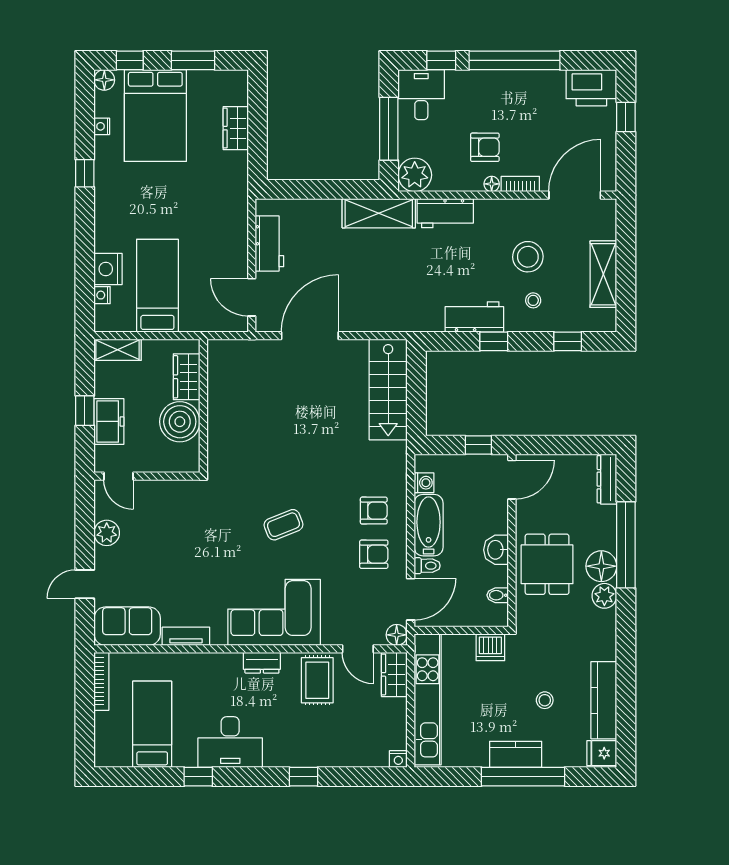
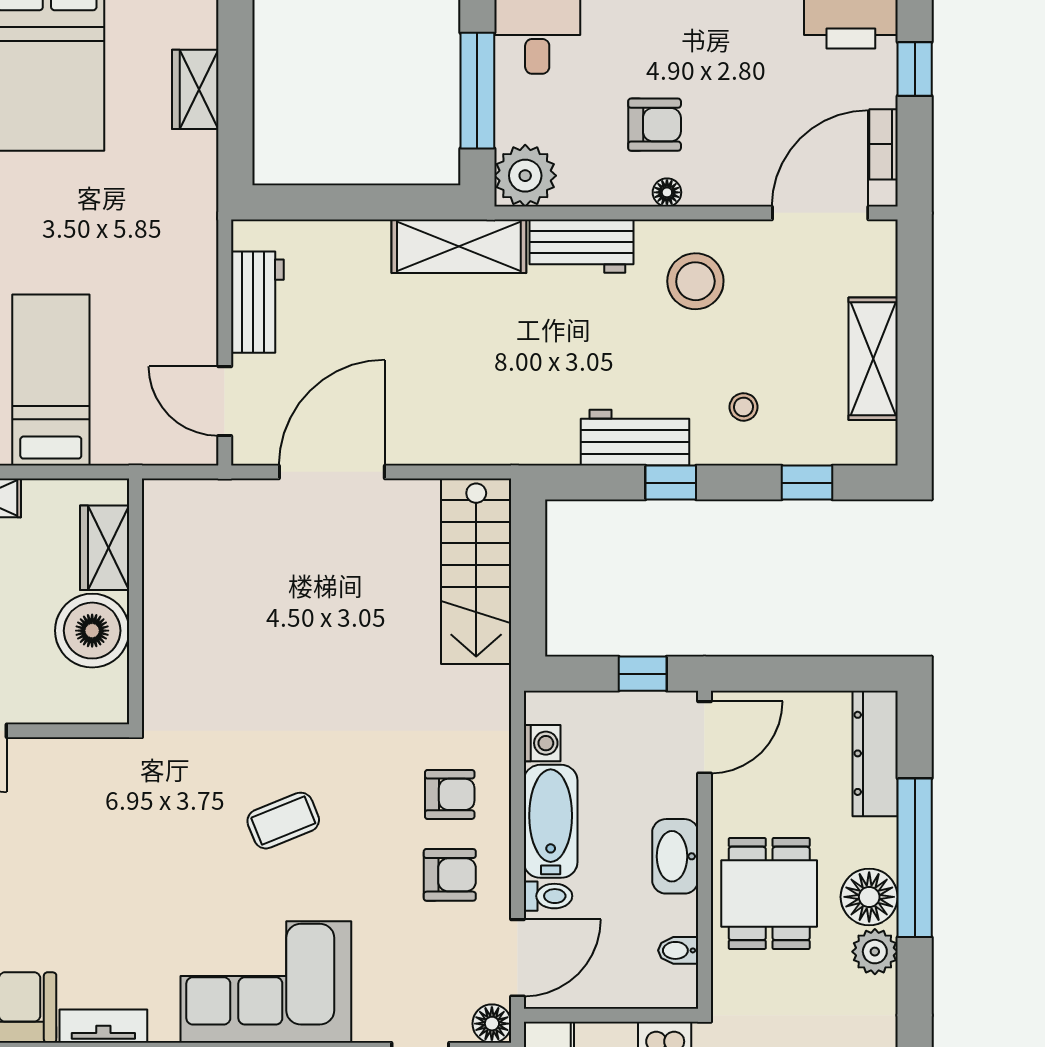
bookcase: (520, 184) -> (883, 144), moved, turned -90
stool: (528, 257) -> (695, 281), moved
dresser: (607, 479) -> (875, 753), width x1.37, depth x1.24
washbasin: (496, 550) -> (675, 856), width x1.38

